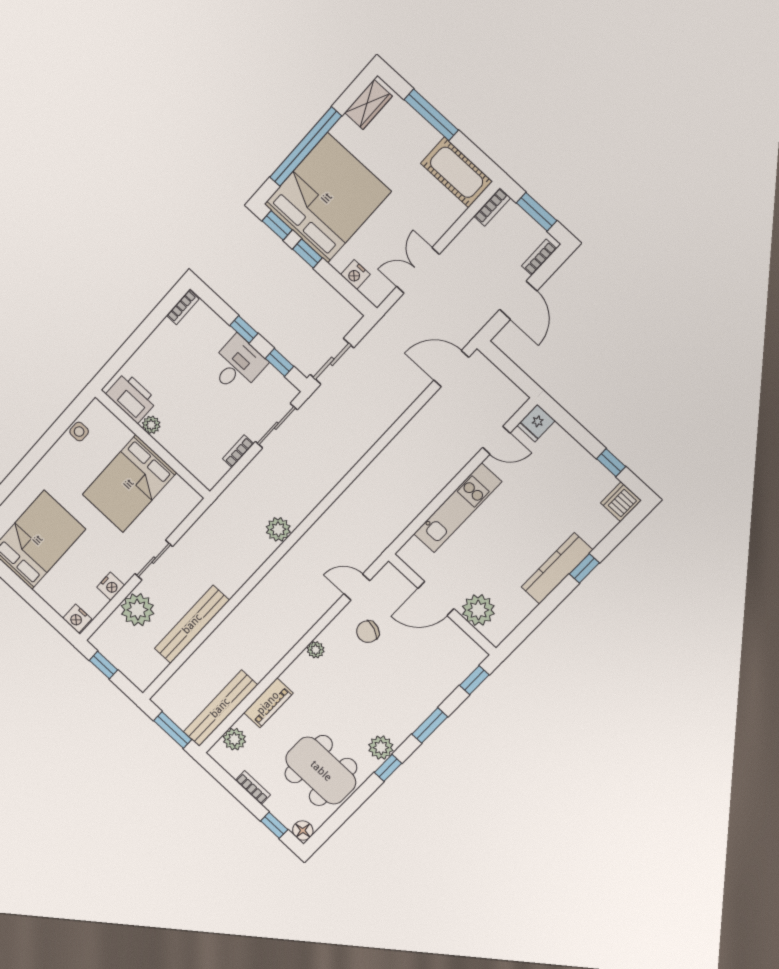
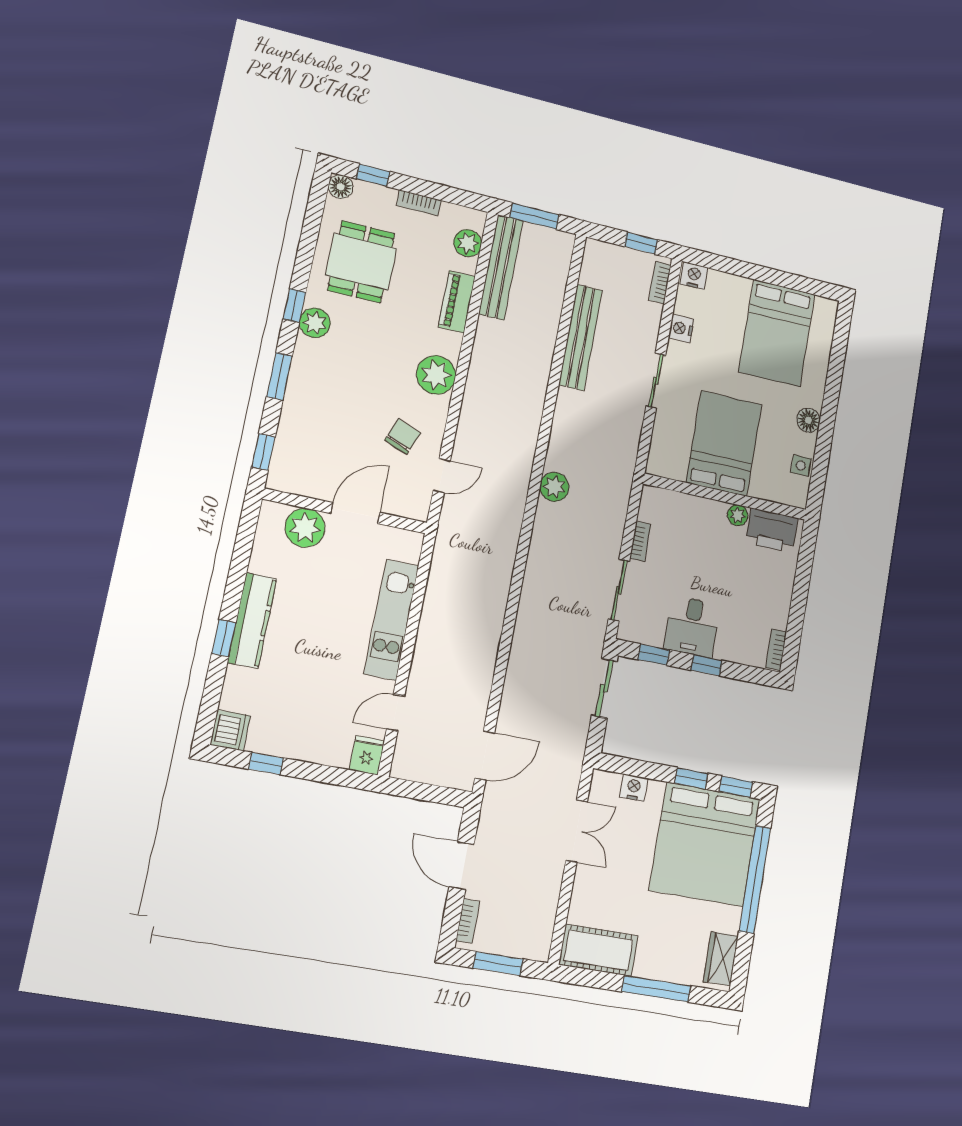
bookcase: (492, 207) -> (660, 283), moved
floor lamp: (52, 461) -> (808, 420), added
plant: (137, 610) -> (642, 320), removed
plant: (316, 650) -> (436, 375), width x1.88, depth x1.88
dining table: (321, 771) -> (361, 262), width x0.73

